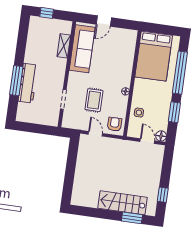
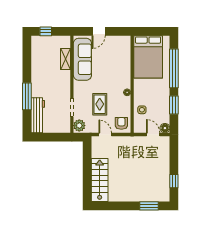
workbench: (28, 83) -> (38, 115), moved
plant: (69, 120) -> (79, 126), added
stairs: (122, 203) -> (100, 180), moved, turned 90

